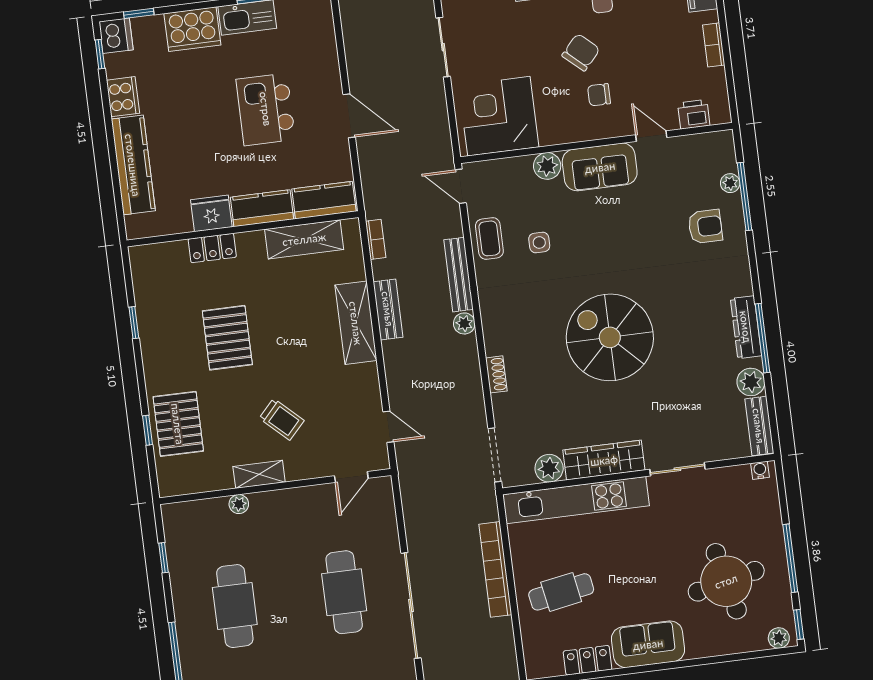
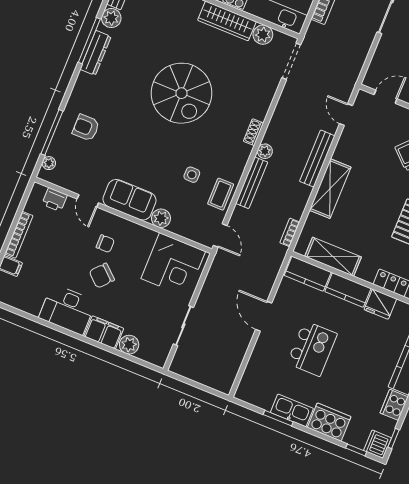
bookcase: (714, 45) -> (19, 235), width x1.56
plant: (730, 183) -> (49, 163), moved
bench: (388, 309) -> (317, 159), moved, width x1.36
shoe rack: (496, 374) -> (254, 132), moved

